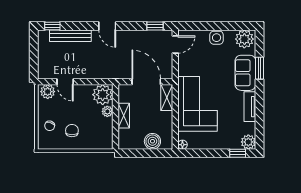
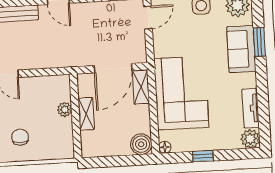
door: (146, 82) -> (113, 68), swing flipped
plant: (103, 95) -> (57, 88), removed
tv unit: (250, 107) -> (251, 108), moved
boiler: (152, 141) -> (141, 144), moved
window: (238, 153) -> (203, 156), moved

